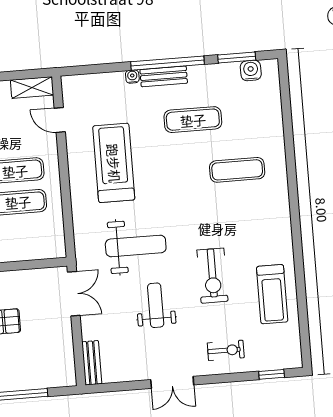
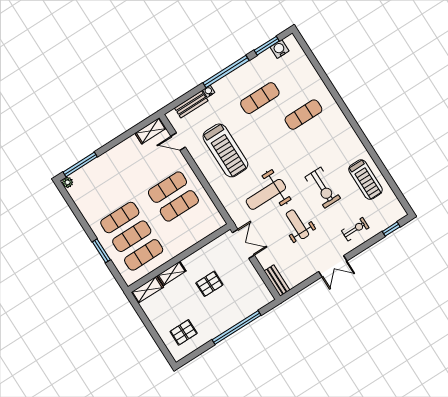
bench: (164, 76) -> (191, 104), moved
treadmill: (114, 163) -> (225, 150), turned 180
weight bench: (136, 246) -> (266, 194), turned 180

